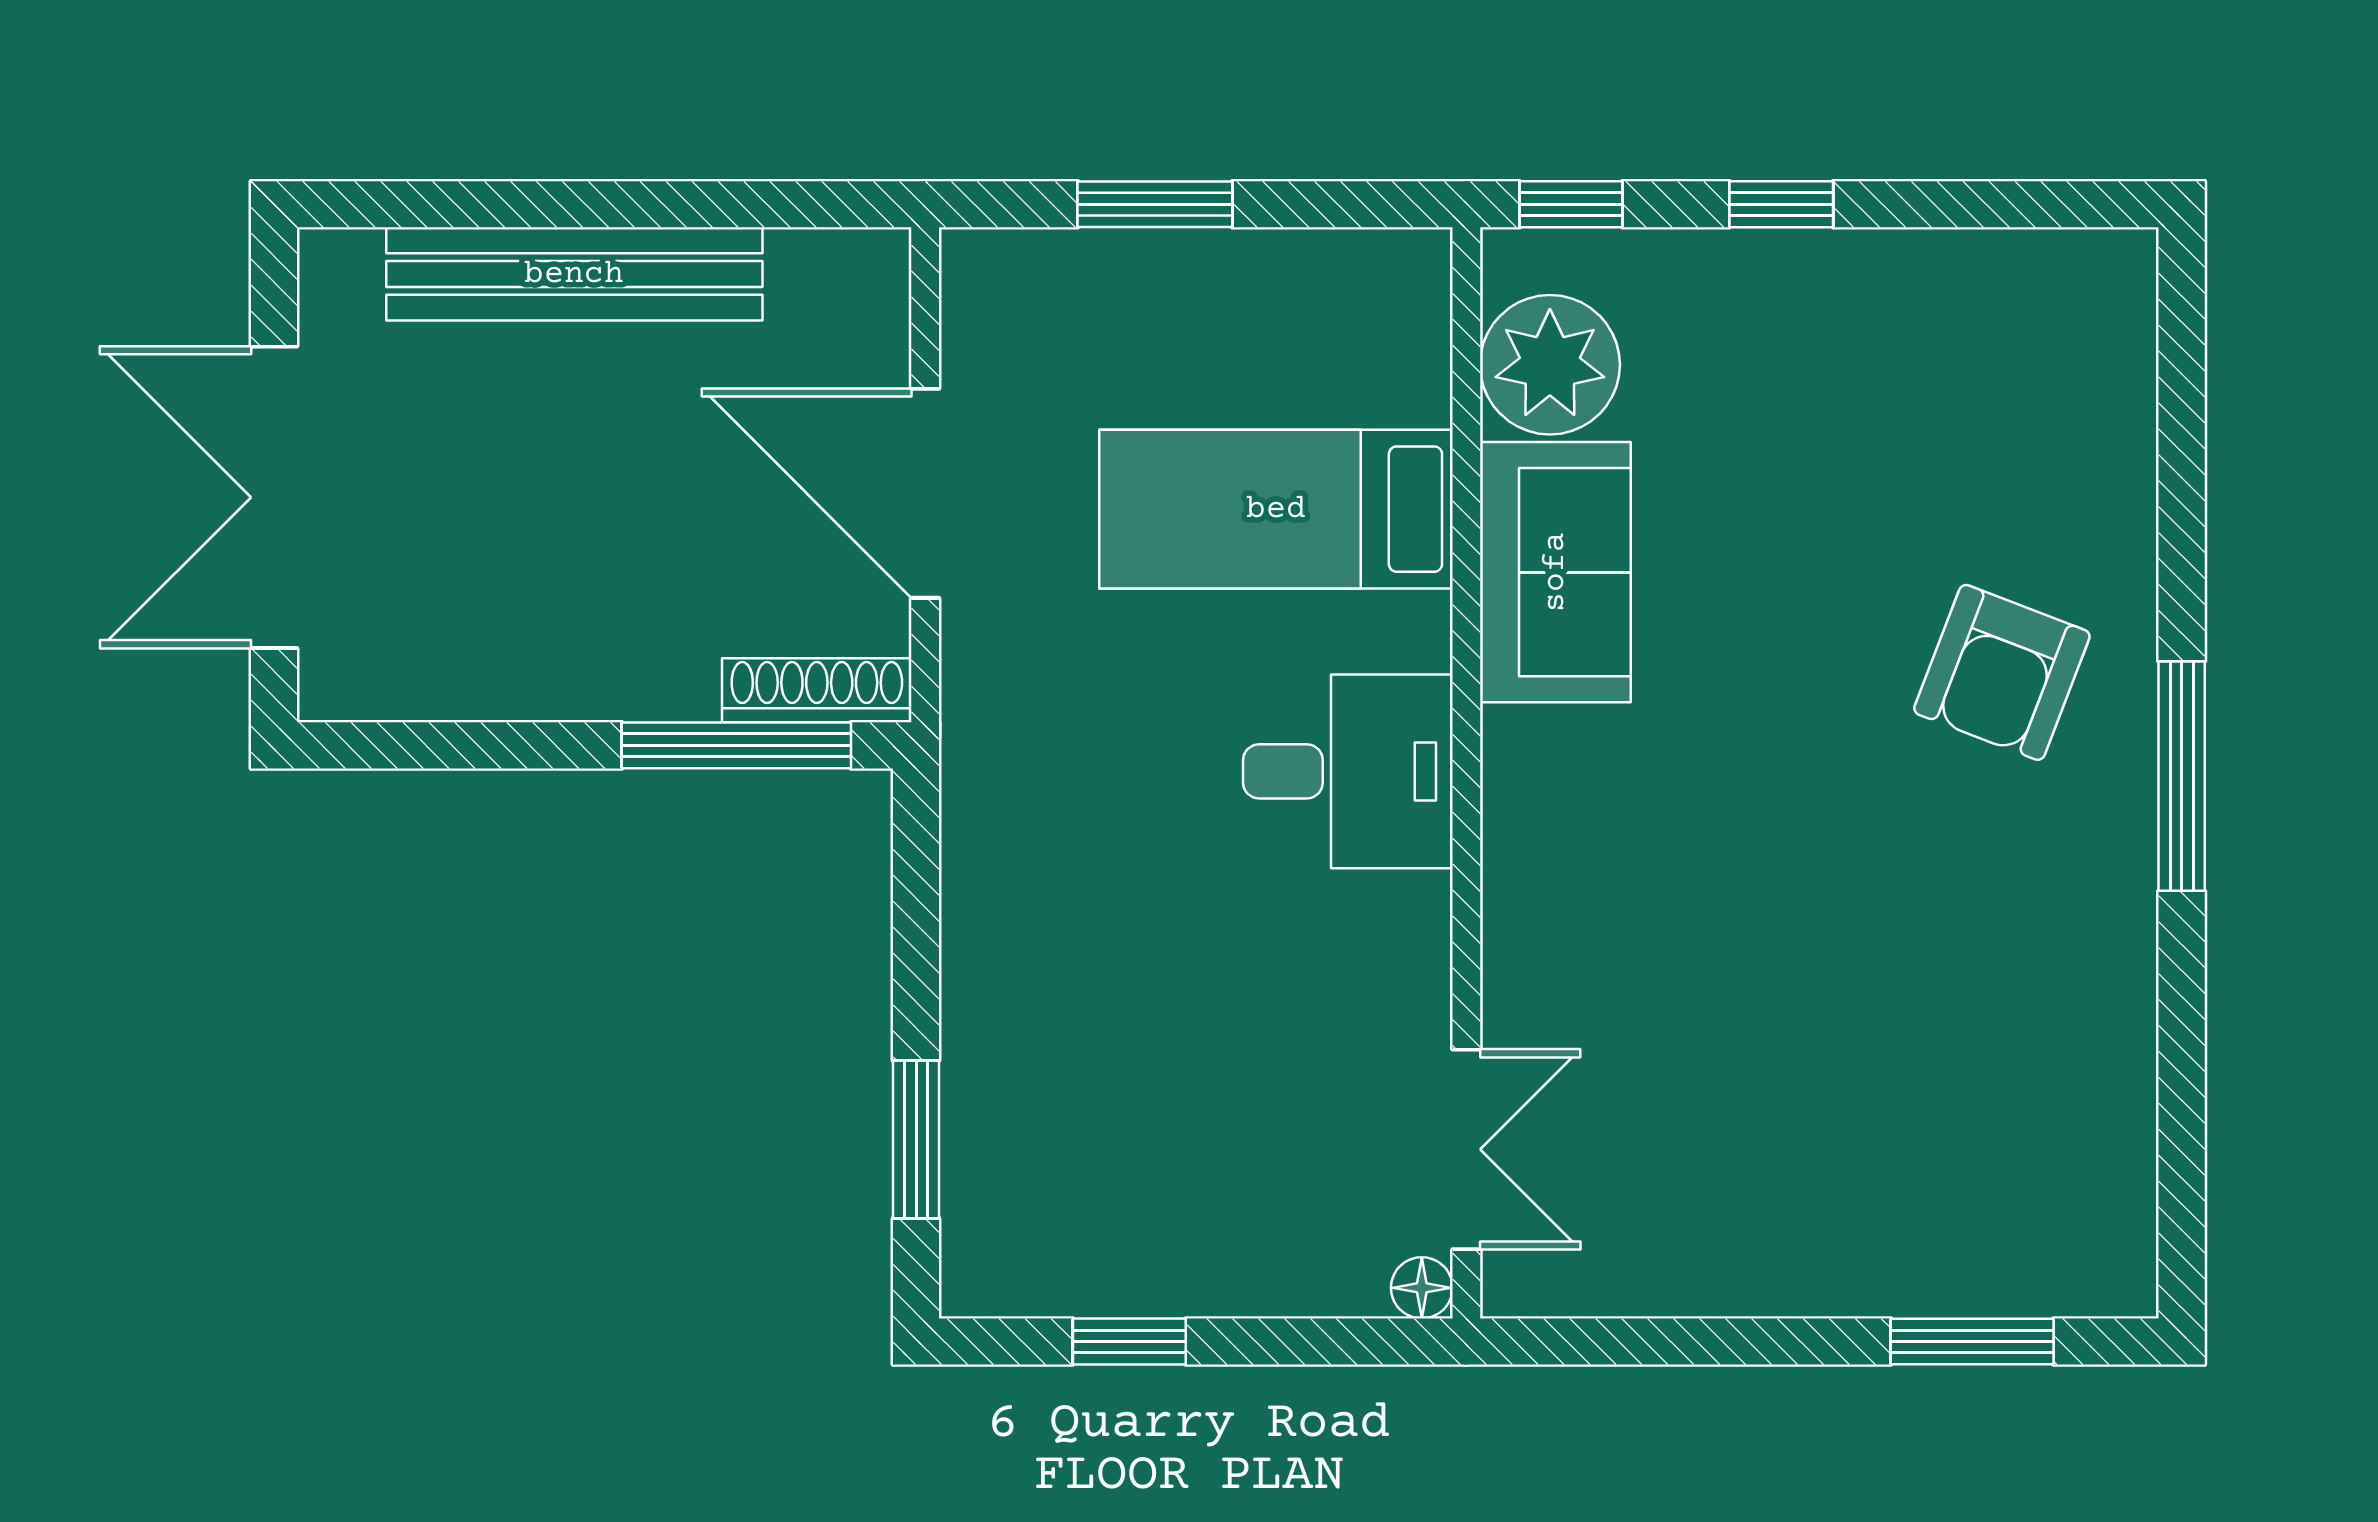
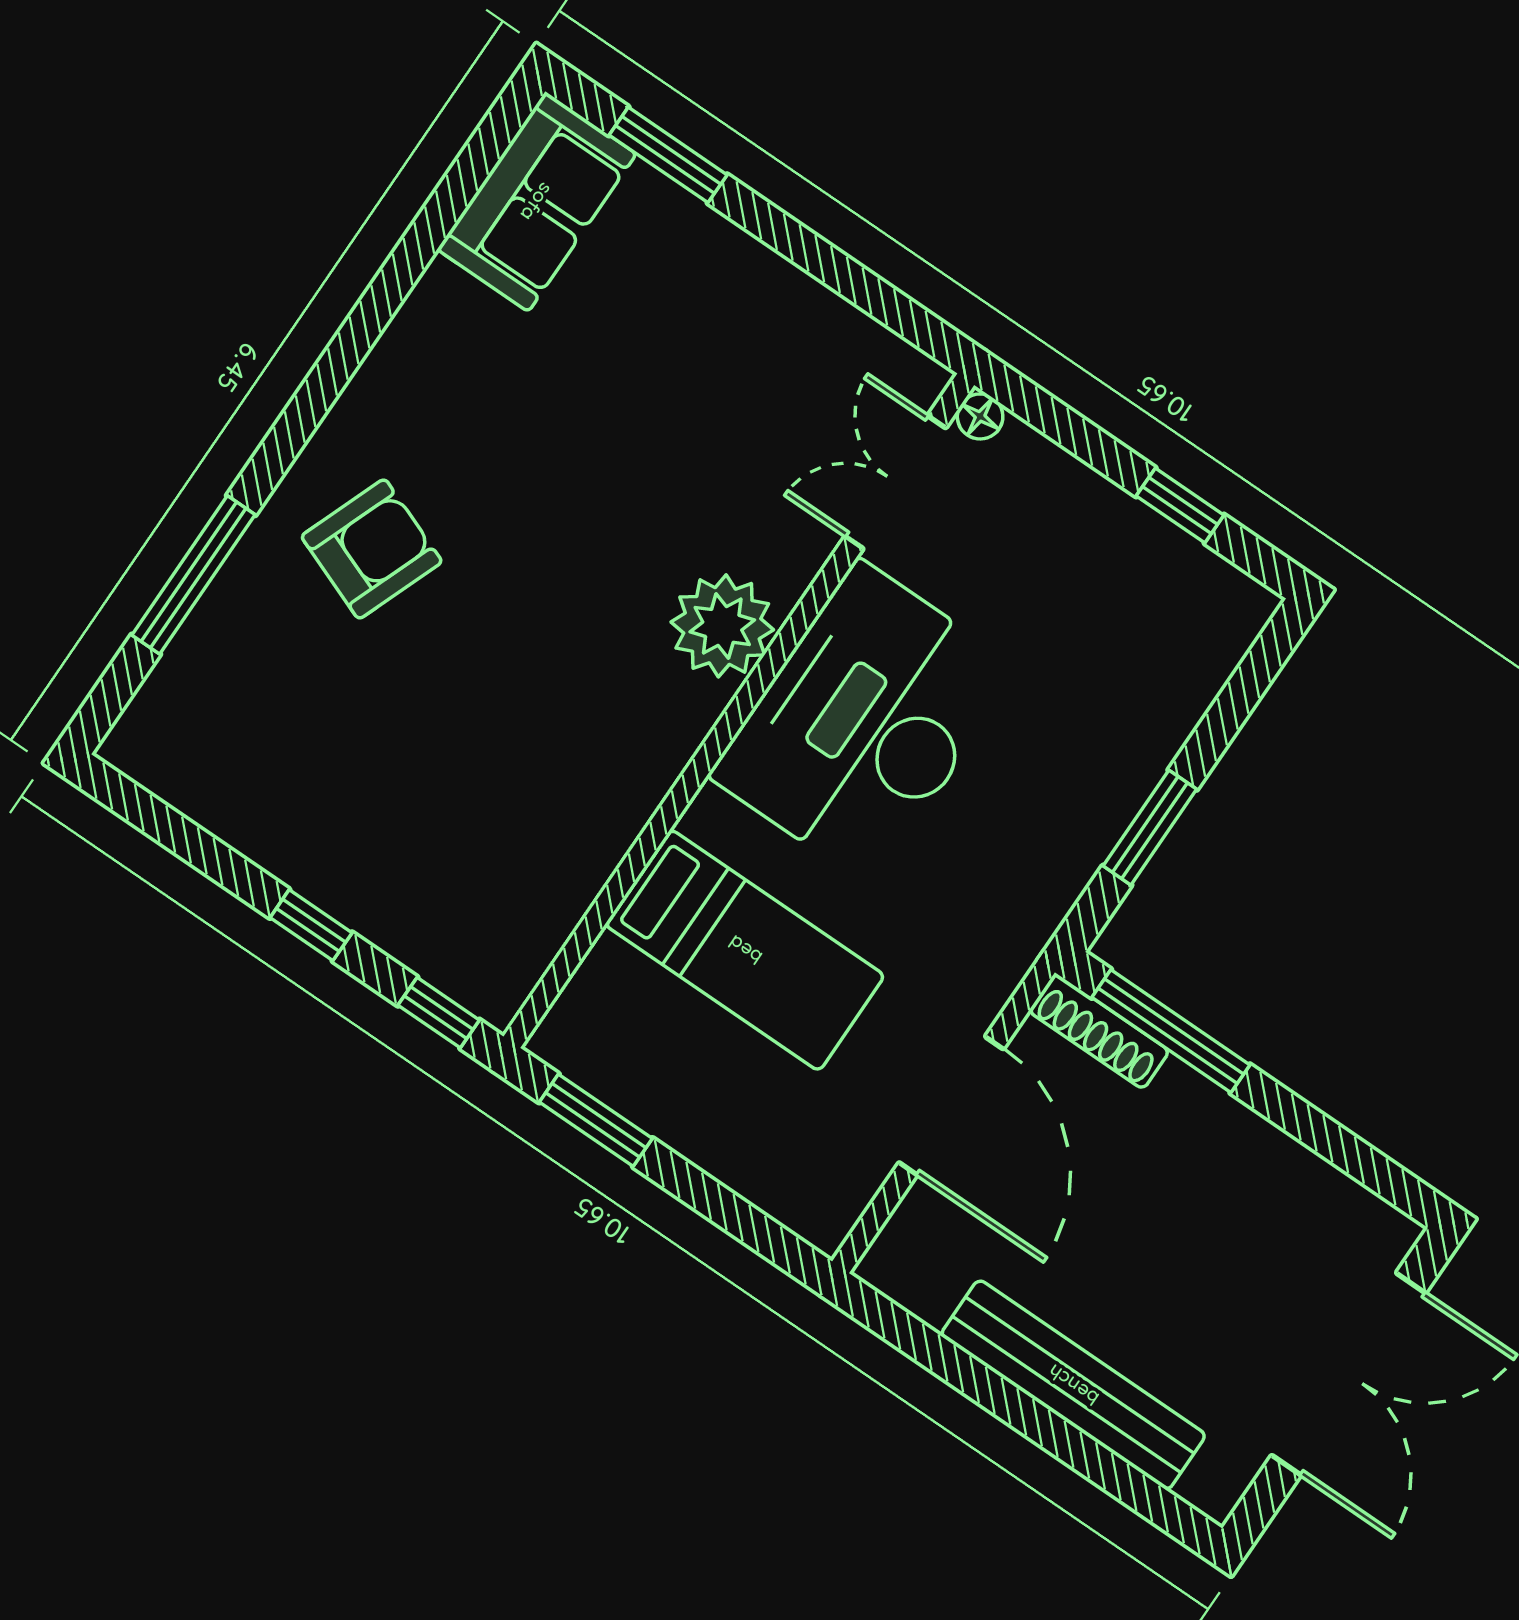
window: (1155, 204) -> (596, 1120), moved
plant: (1550, 365) -> (722, 626), moved
sofa: (1555, 572) -> (537, 202), moved, turned 180
desk: (1348, 771) -> (865, 723), width x1.87, depth x1.30
window: (2182, 776) -> (194, 575), moved
window: (916, 1140) -> (1150, 828), moved

